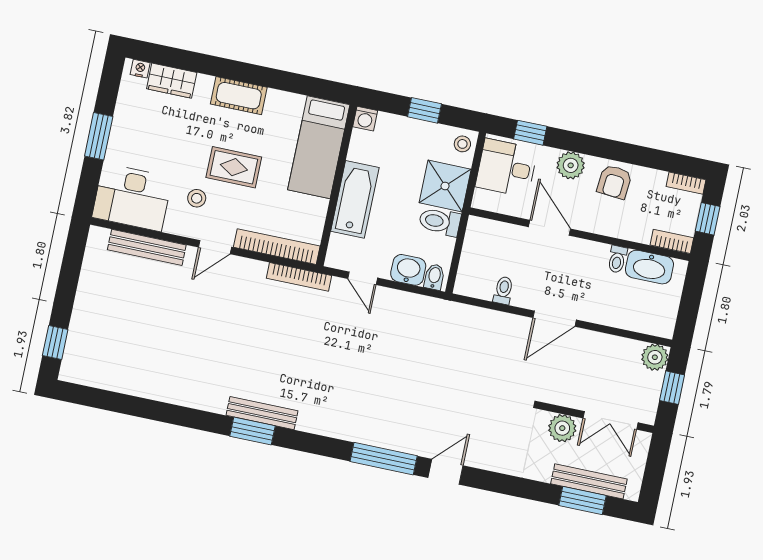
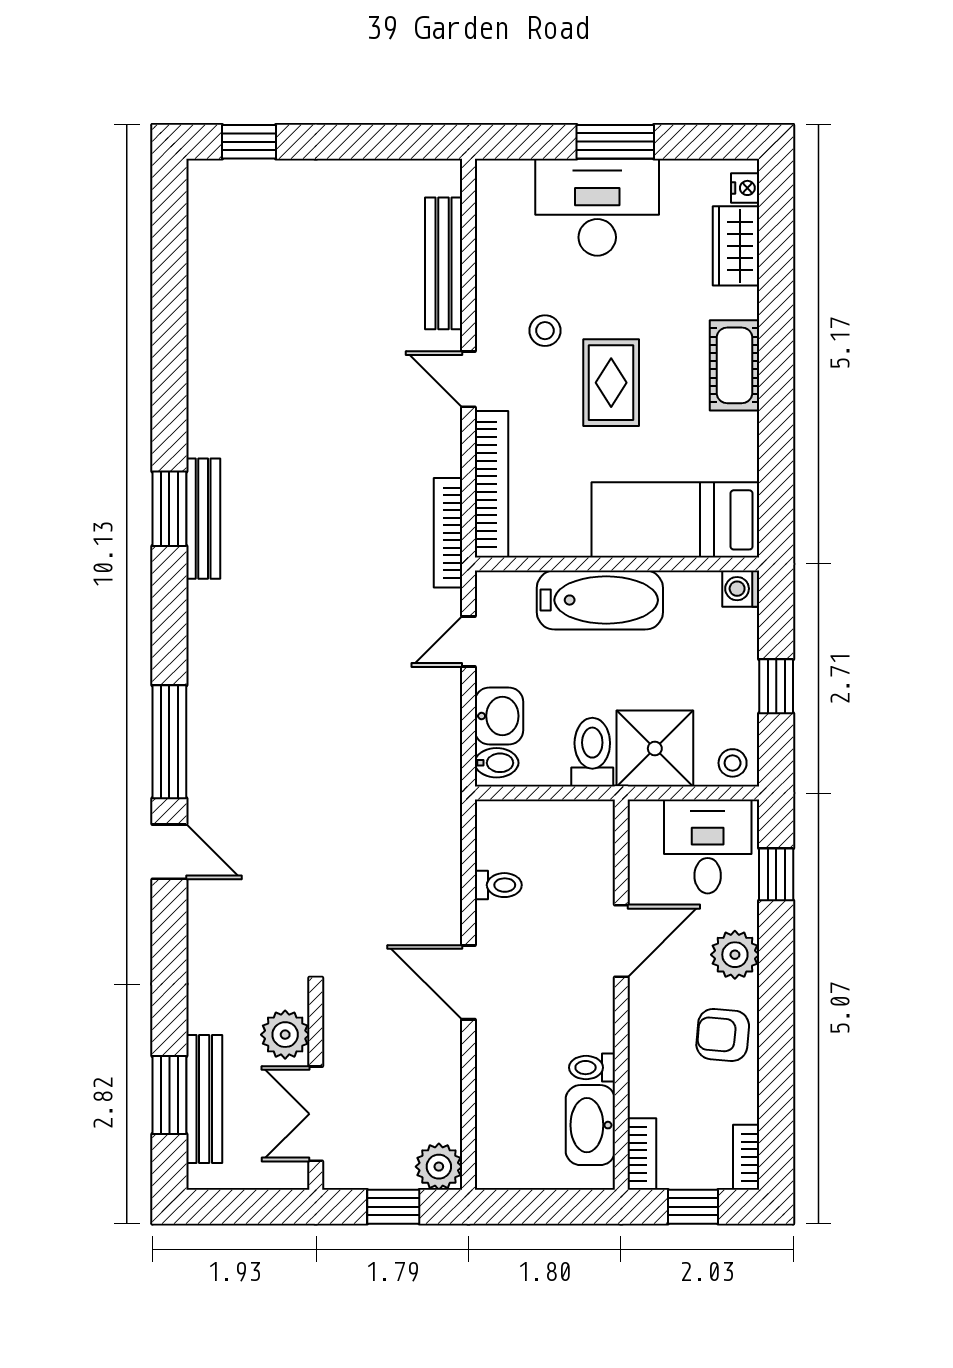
desk: (132, 197) -> (597, 207), moved, turned 90

